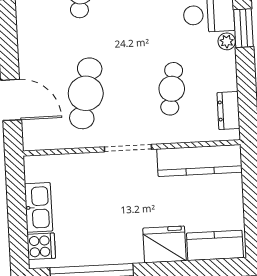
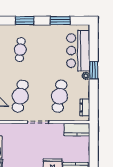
cafe table: (172, 89) -> (60, 96), width x1.37, depth x1.35
kitchen counter: (199, 161) -> (77, 129), width x0.67

